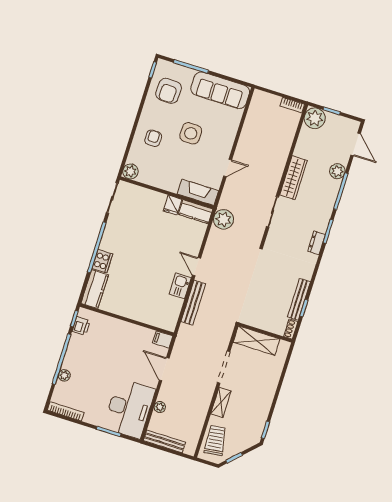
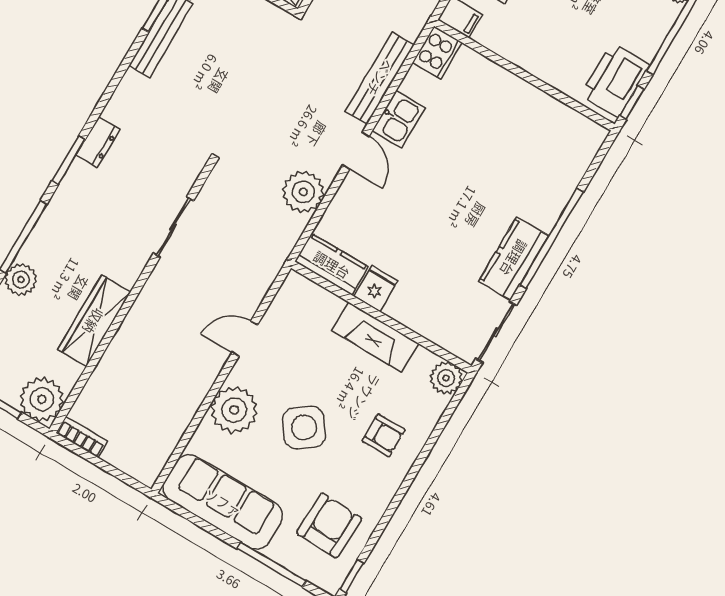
side table: (191, 133) -> (304, 428), turned -36
plant: (225, 134) -> (234, 410), added
armchair: (153, 138) -> (384, 435), turned -90
wardrobe: (293, 178) -> (94, 321), moved
fireplace: (198, 192) -> (375, 337), moved
plant: (224, 219) -> (303, 192), moved
cooker: (102, 261) -> (437, 52), moved, turned 180
kitchen counter: (95, 289) -> (514, 258), moved
printer: (81, 326) -> (615, 80), width x1.87, depth x1.48

